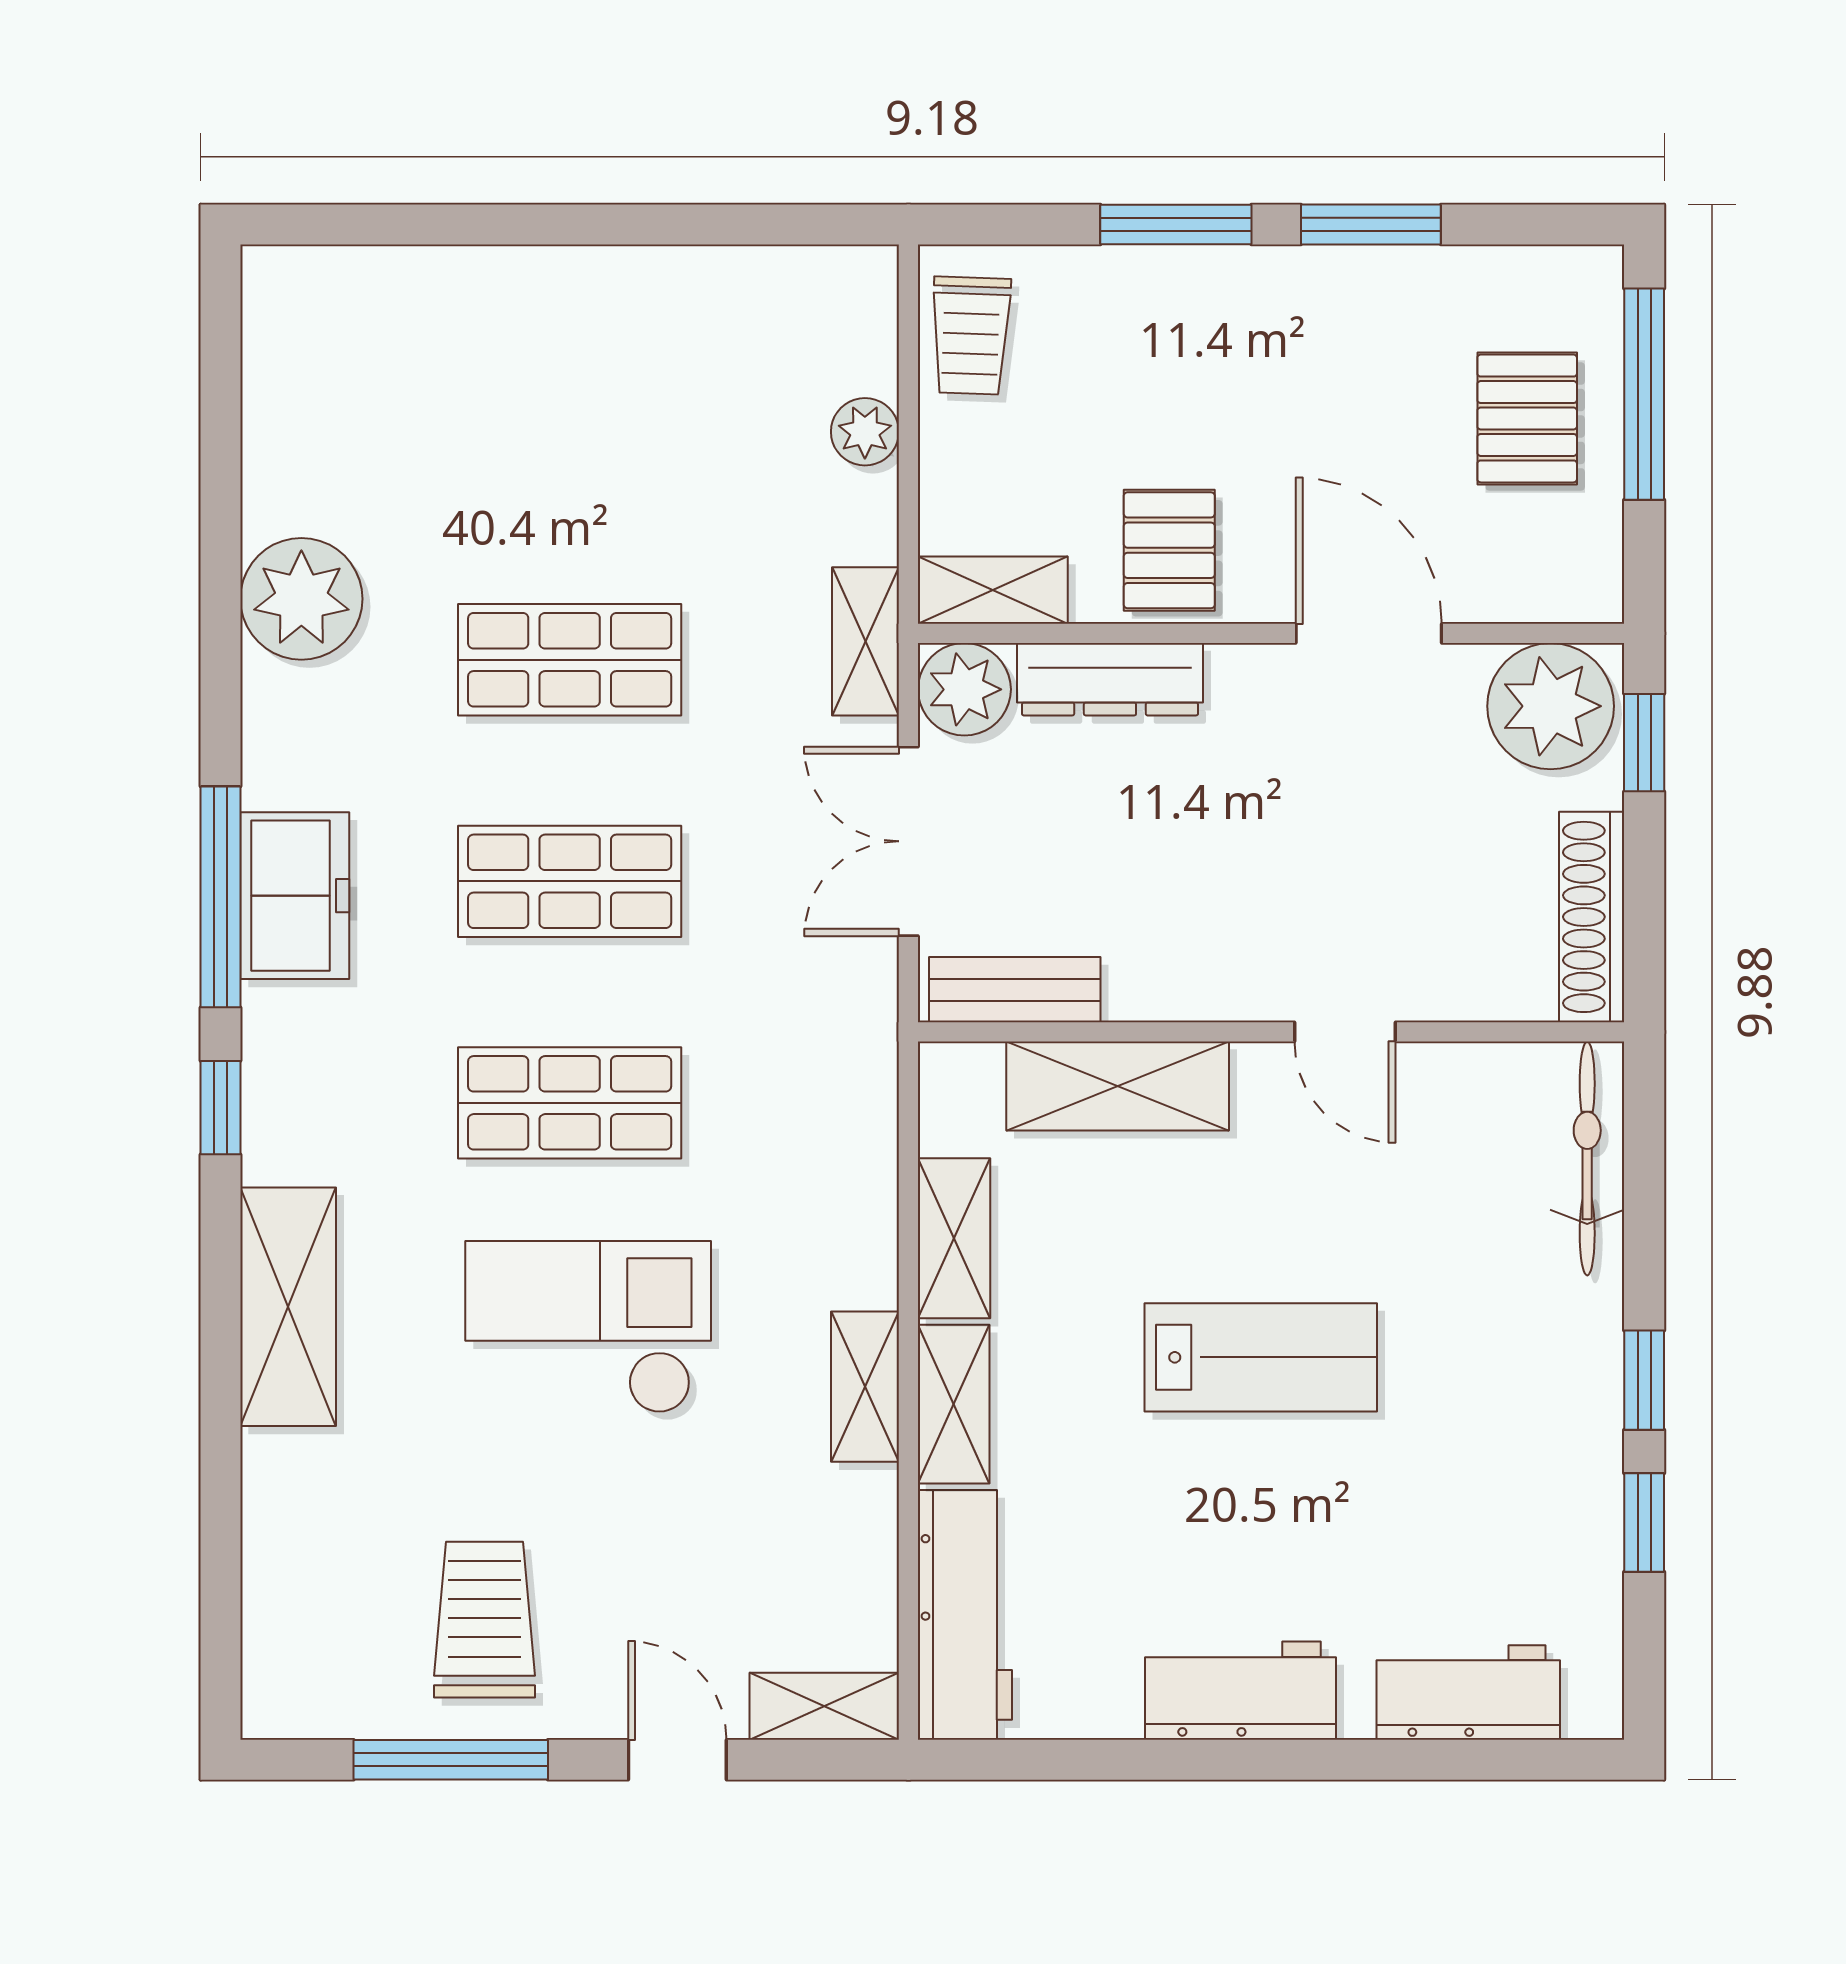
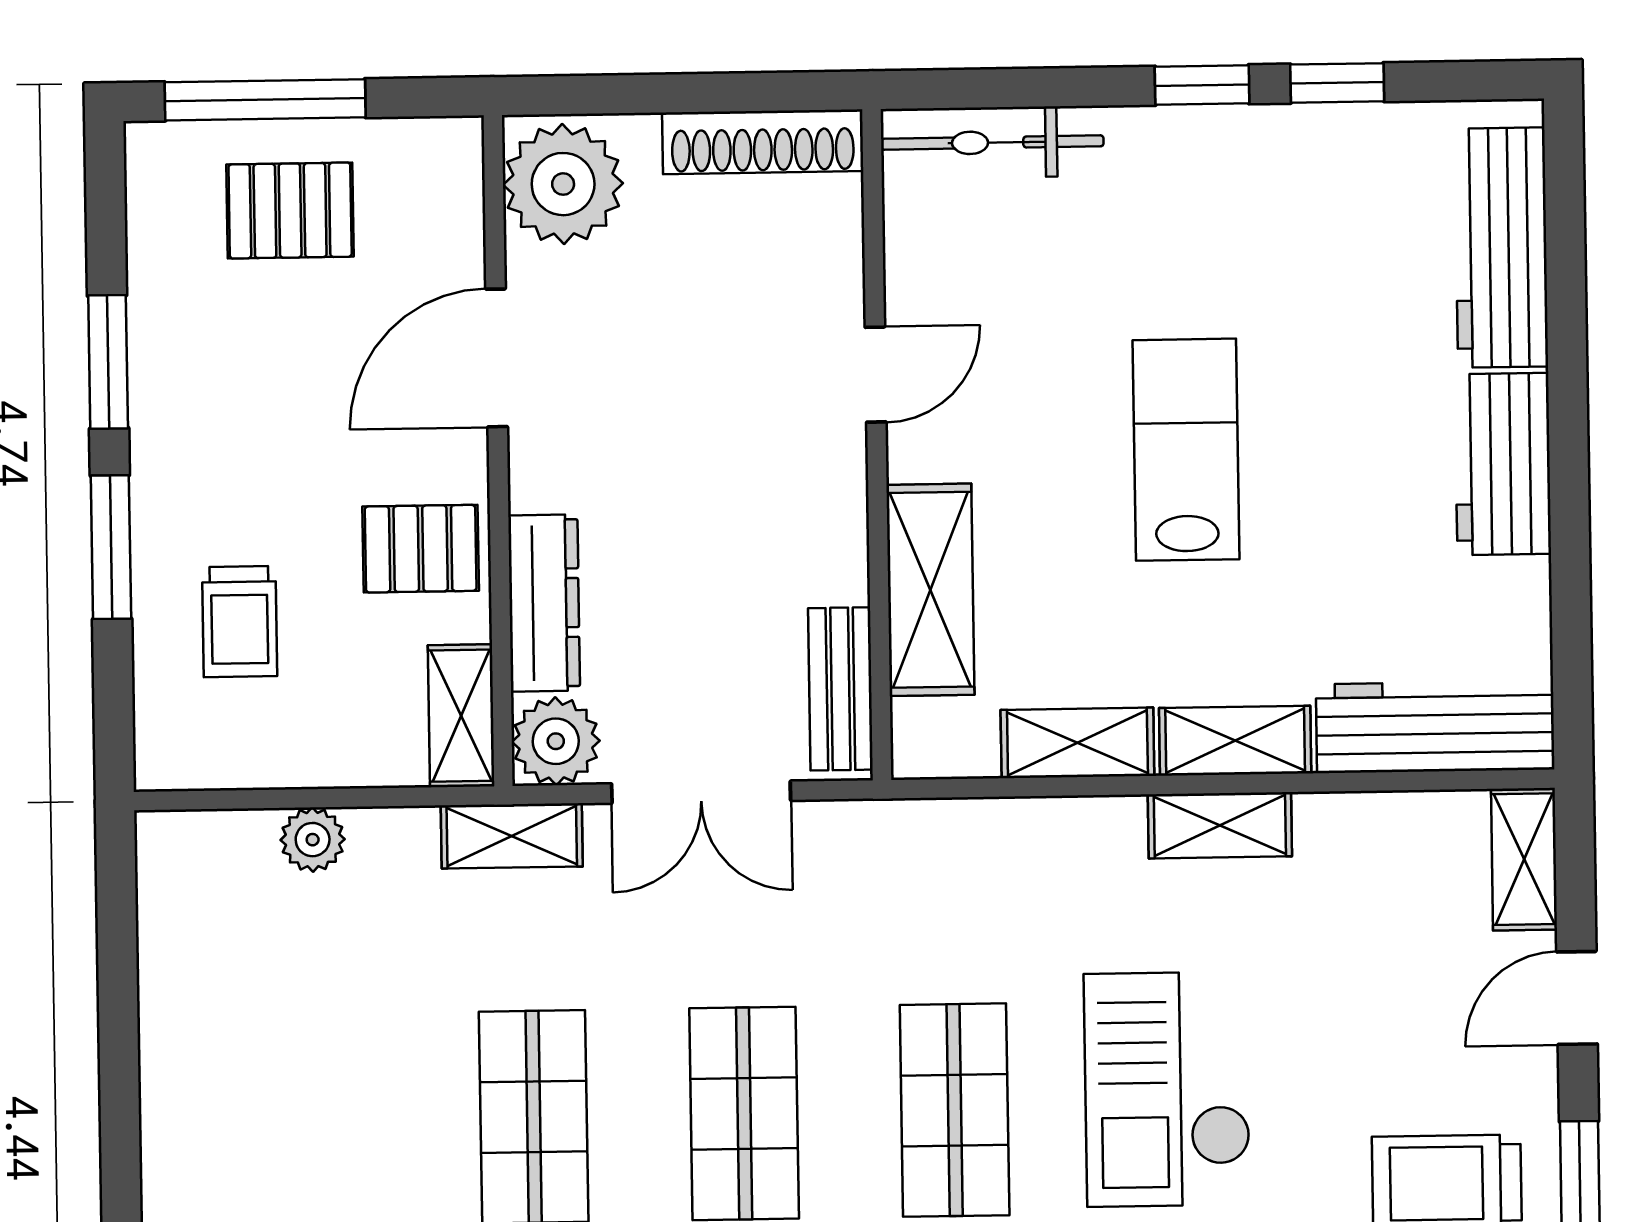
trolley: (971, 335) -> (240, 622), moved, turned 88
window: (1644, 743) -> (596, 95), removed
workbench: (1468, 1692) -> (1501, 248), width x1.38

